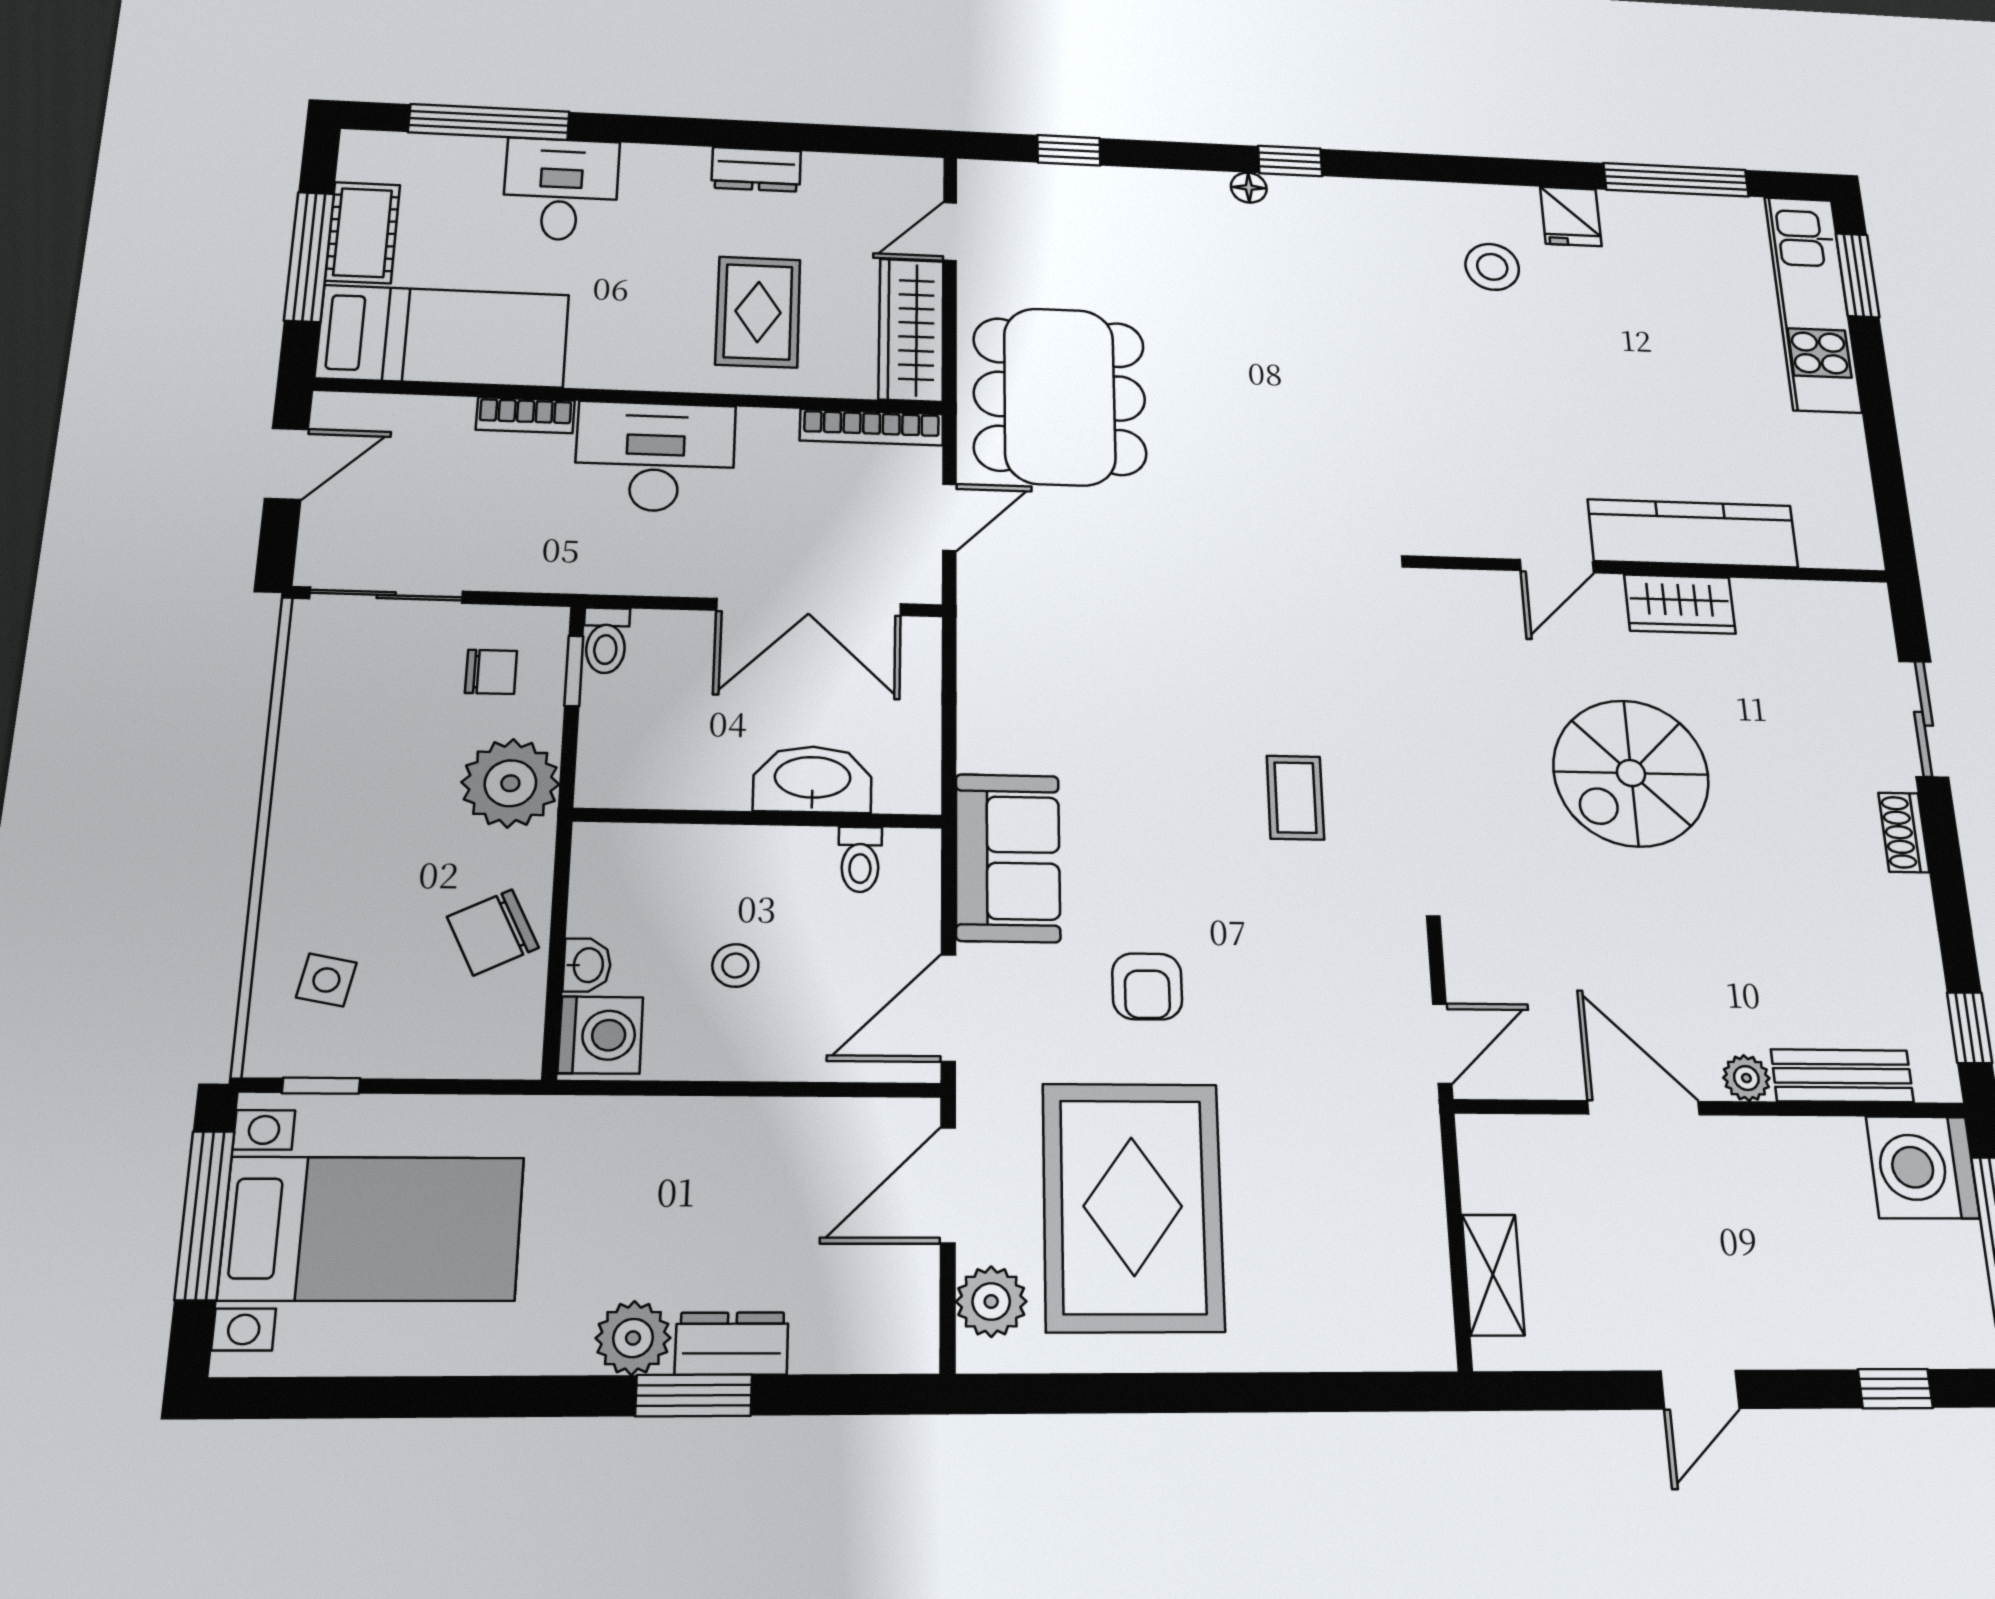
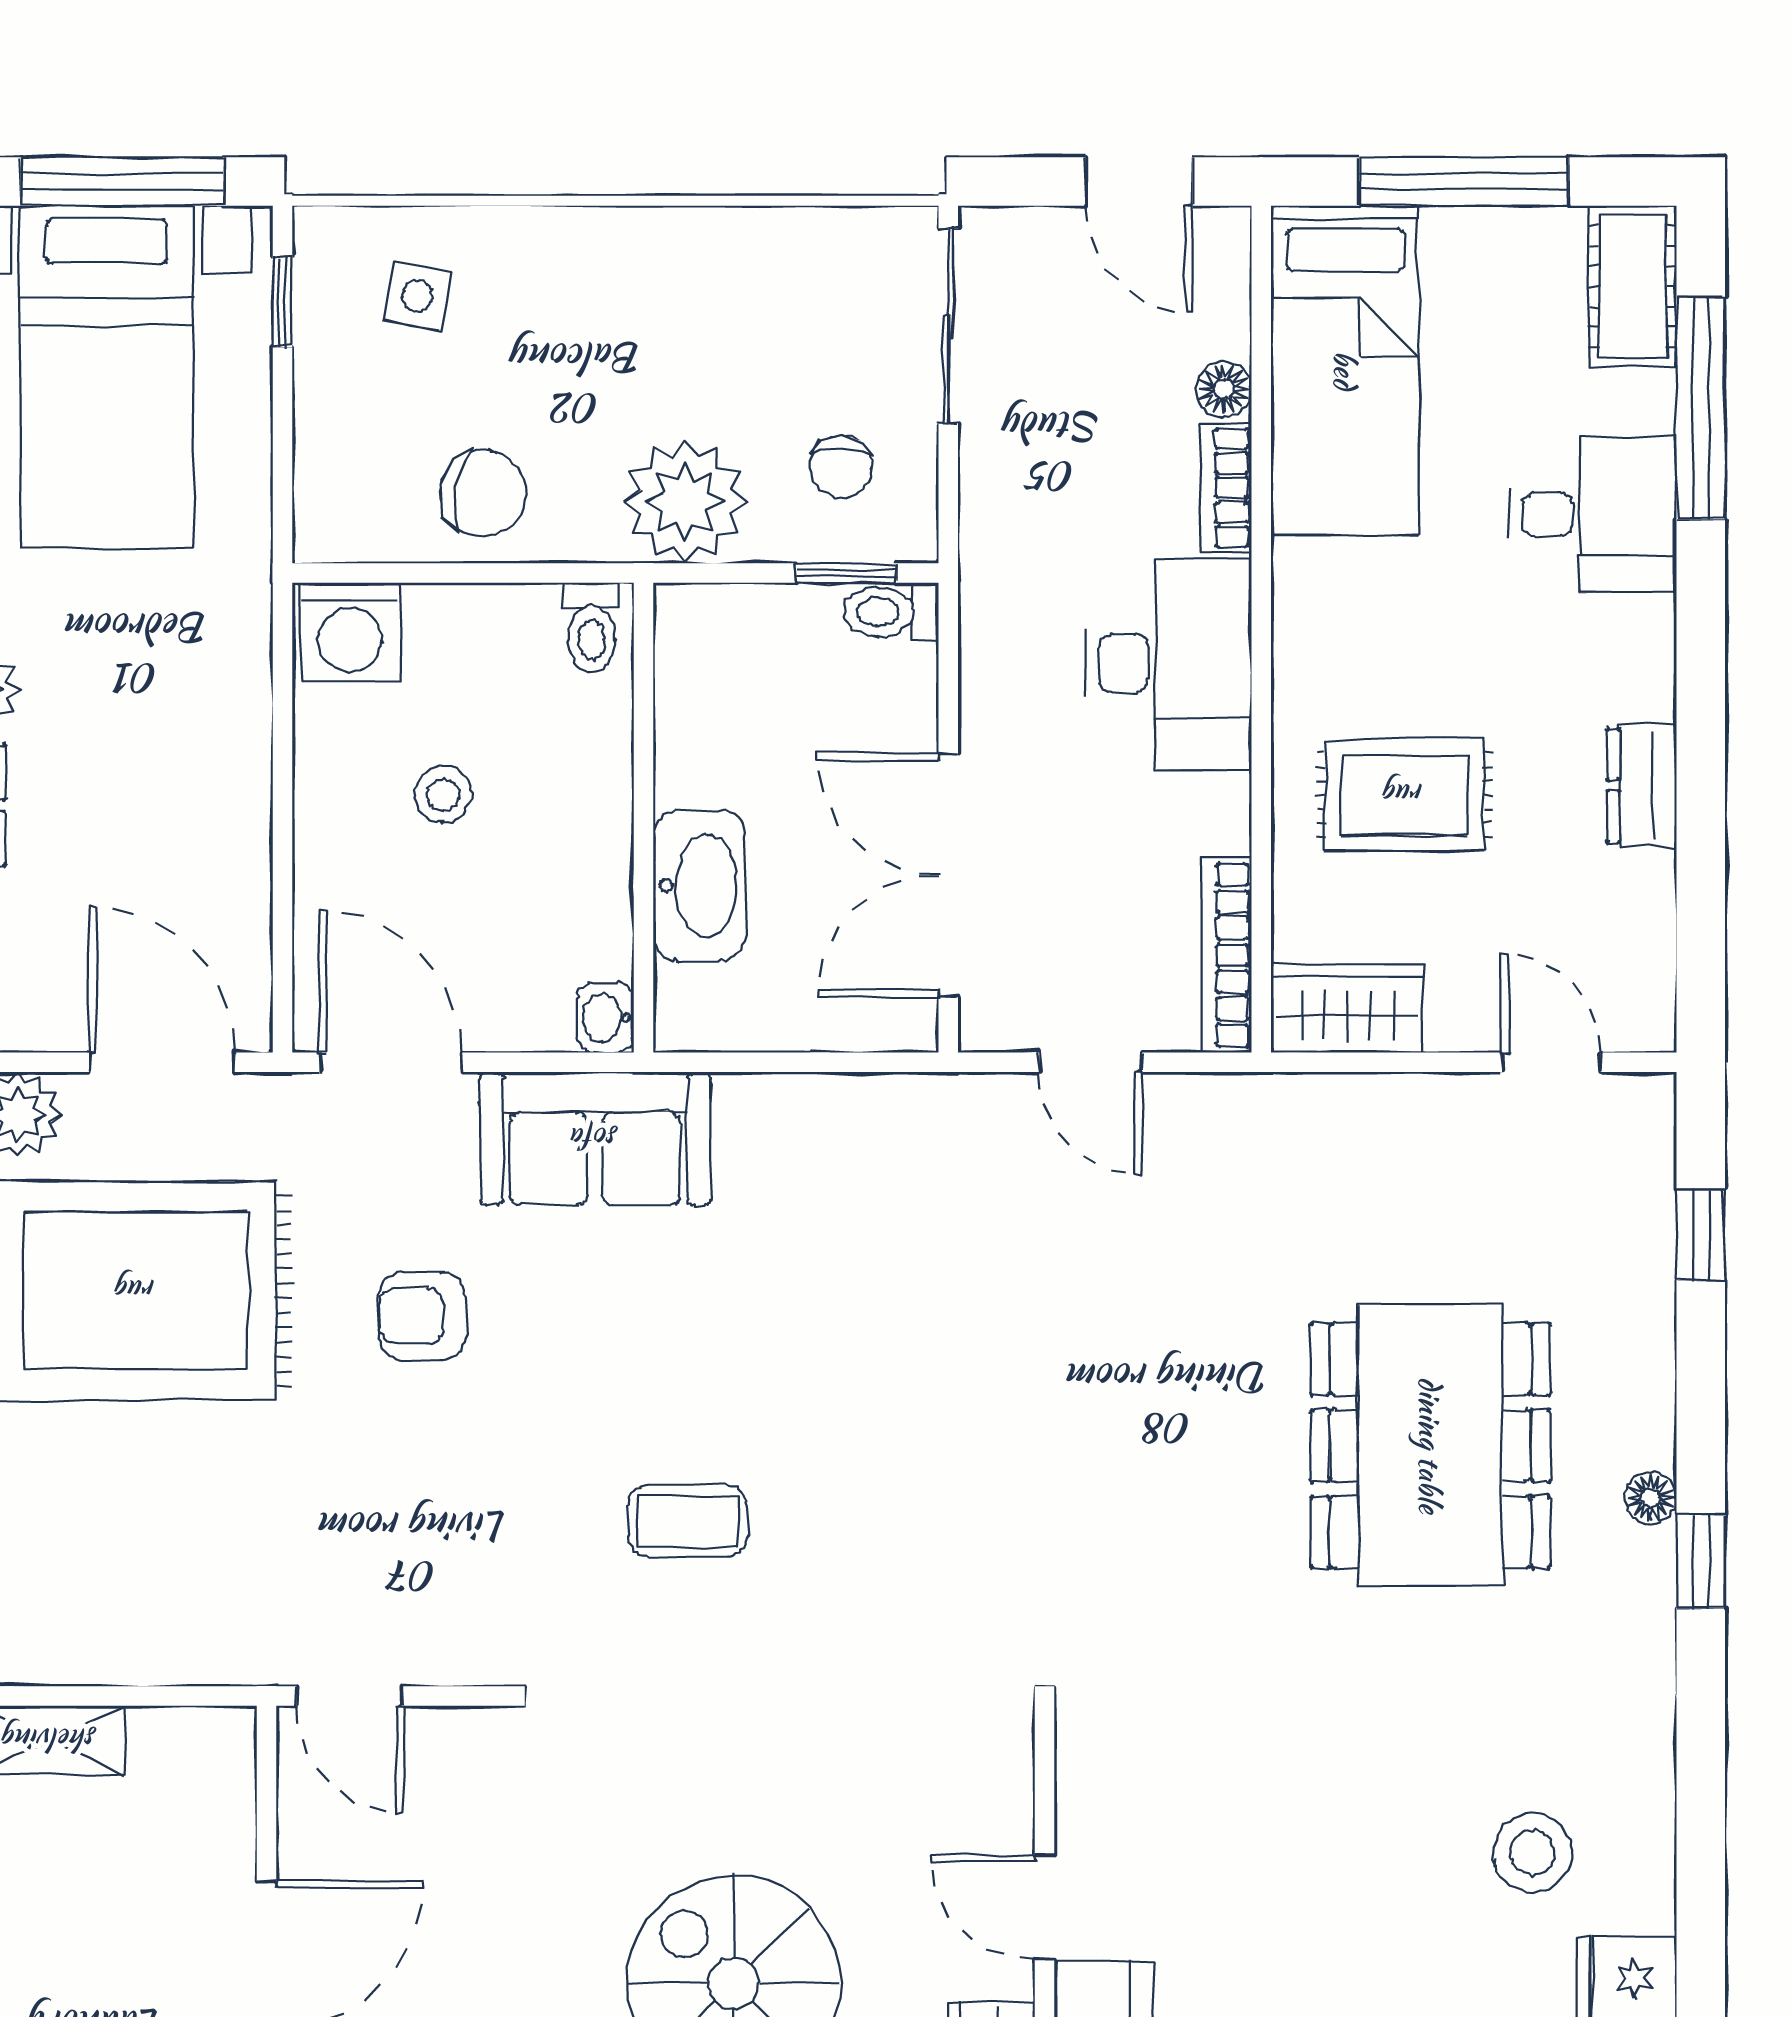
cot: (363, 233) -> (1633, 287), moved, turned 90
wardrobe: (911, 330) -> (1347, 1008), width x0.67
dining table: (1059, 396) -> (1430, 1445), moved, turned 90
floor lamp: (451, 414) -> (1224, 389), added
toilet: (860, 859) -> (592, 627), moved, turned -90
chair: (493, 932) -> (483, 493), turned 126
washbasin: (587, 965) -> (605, 1018), moved, turned 90

